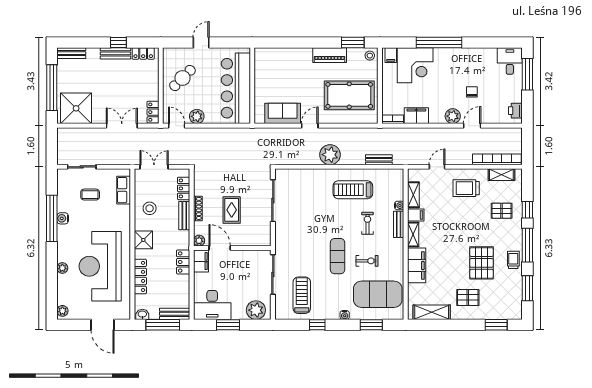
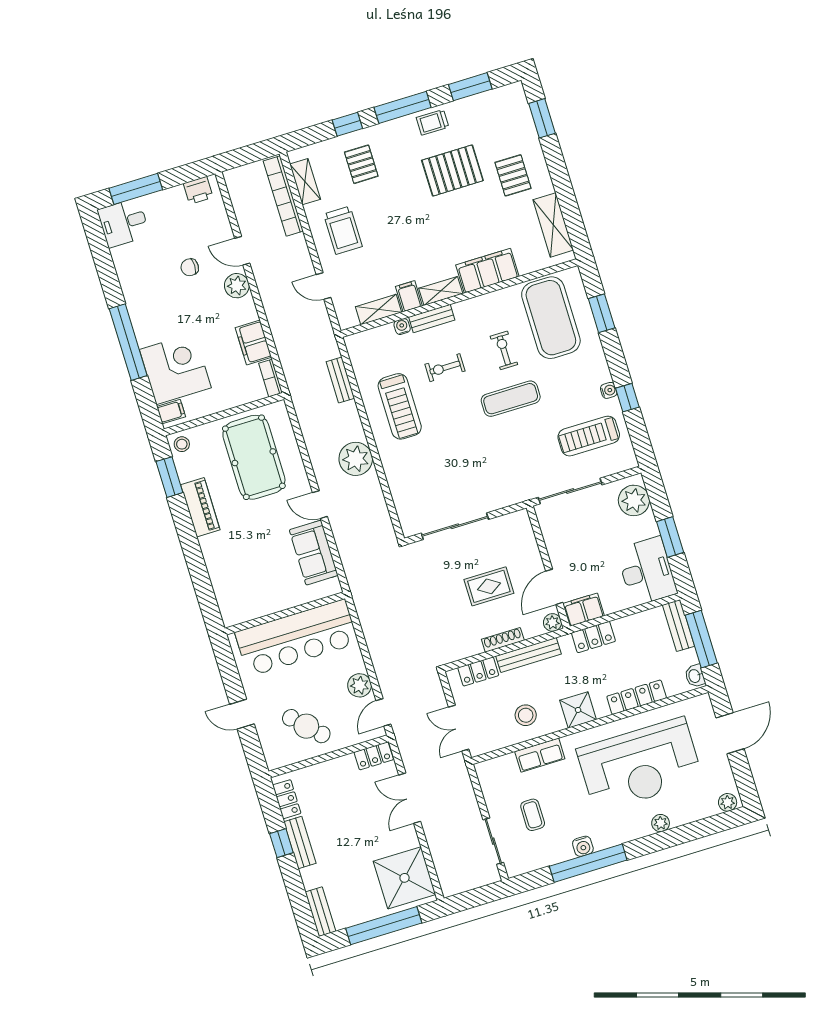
row of seats: (124, 190) -> (540, 755), moved
bench: (184, 216) -> (529, 655), width x1.36
water cooler: (345, 315) -> (609, 390), moved

